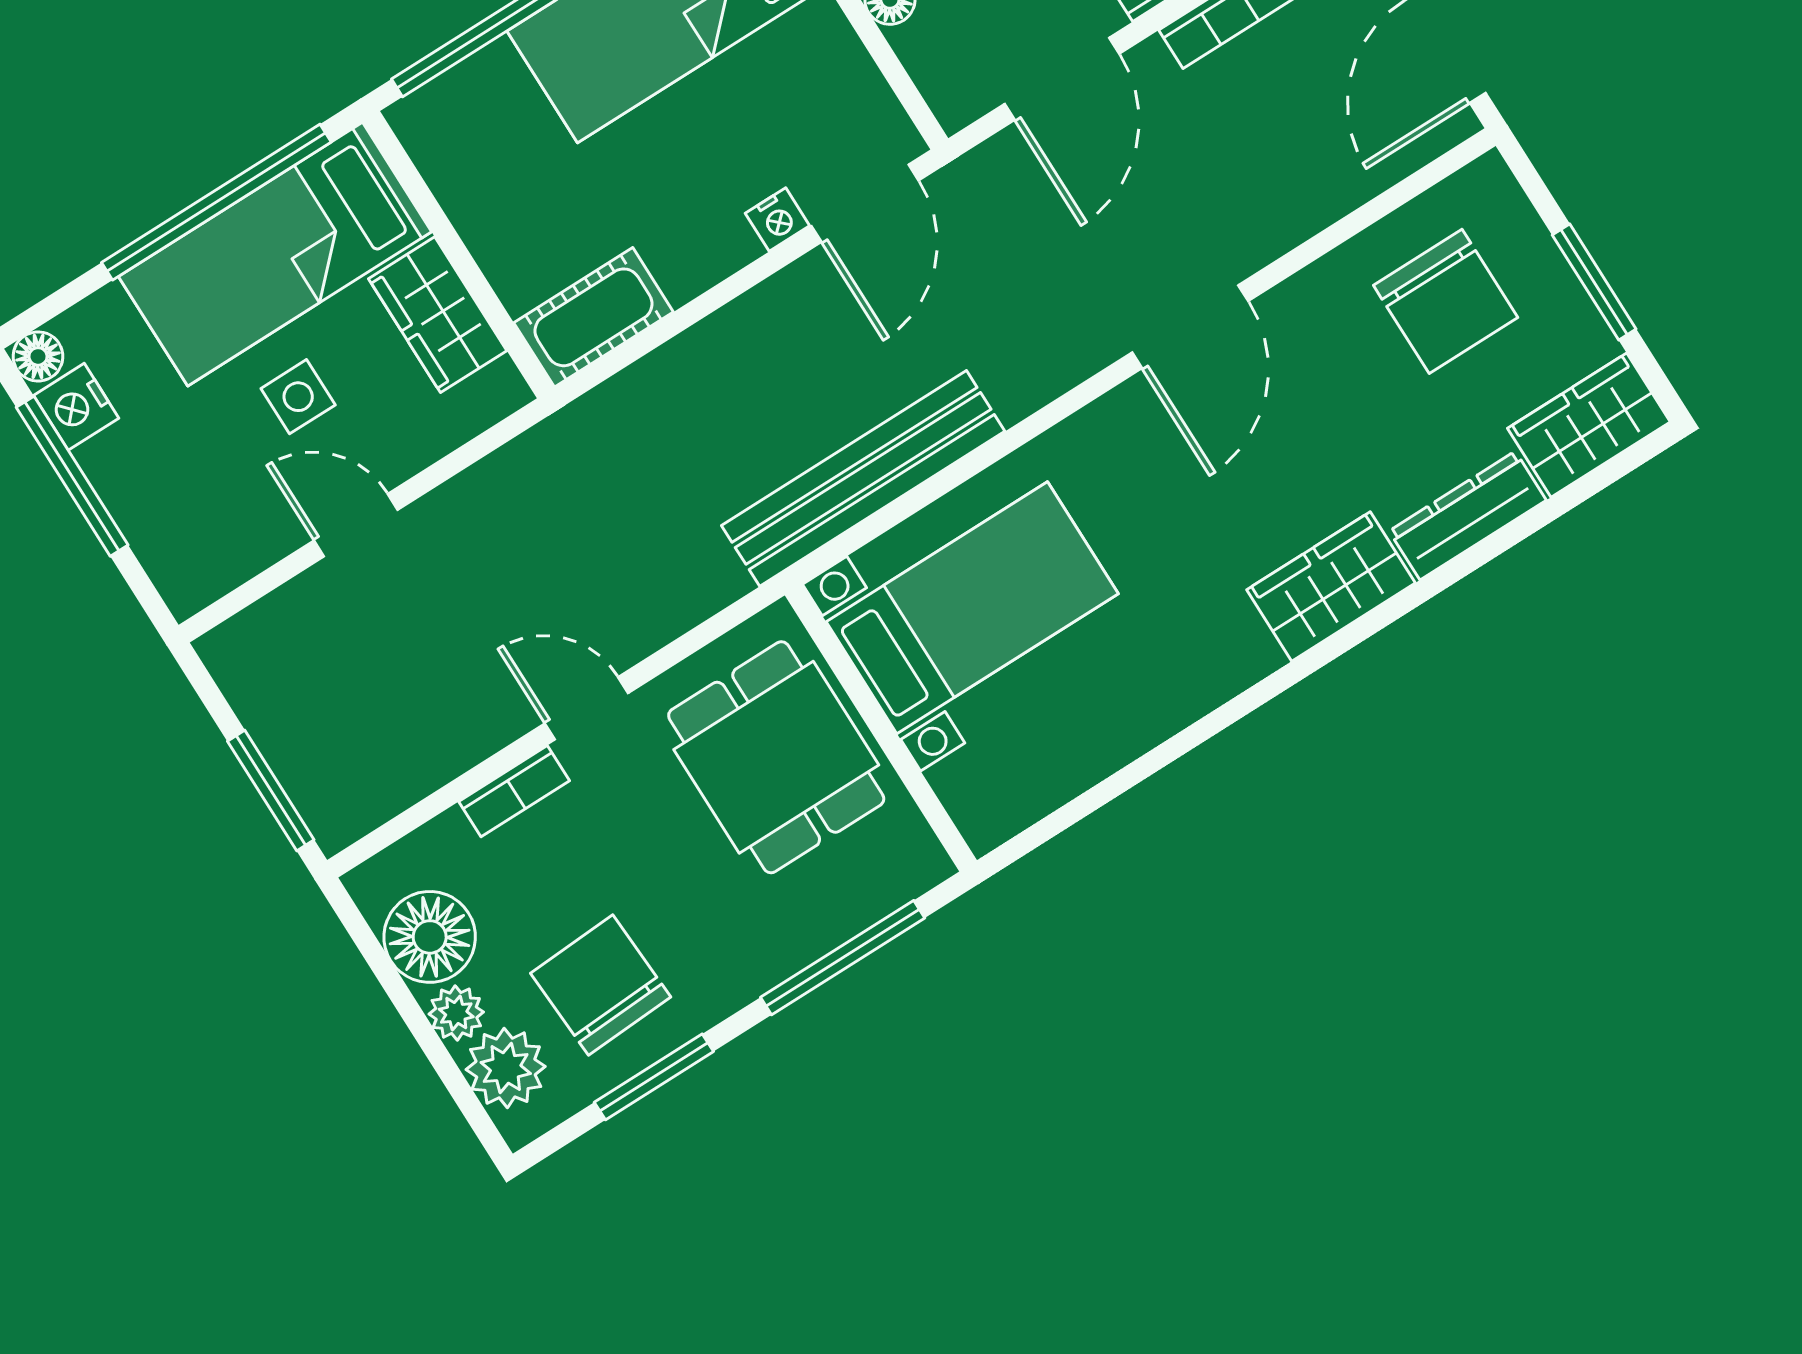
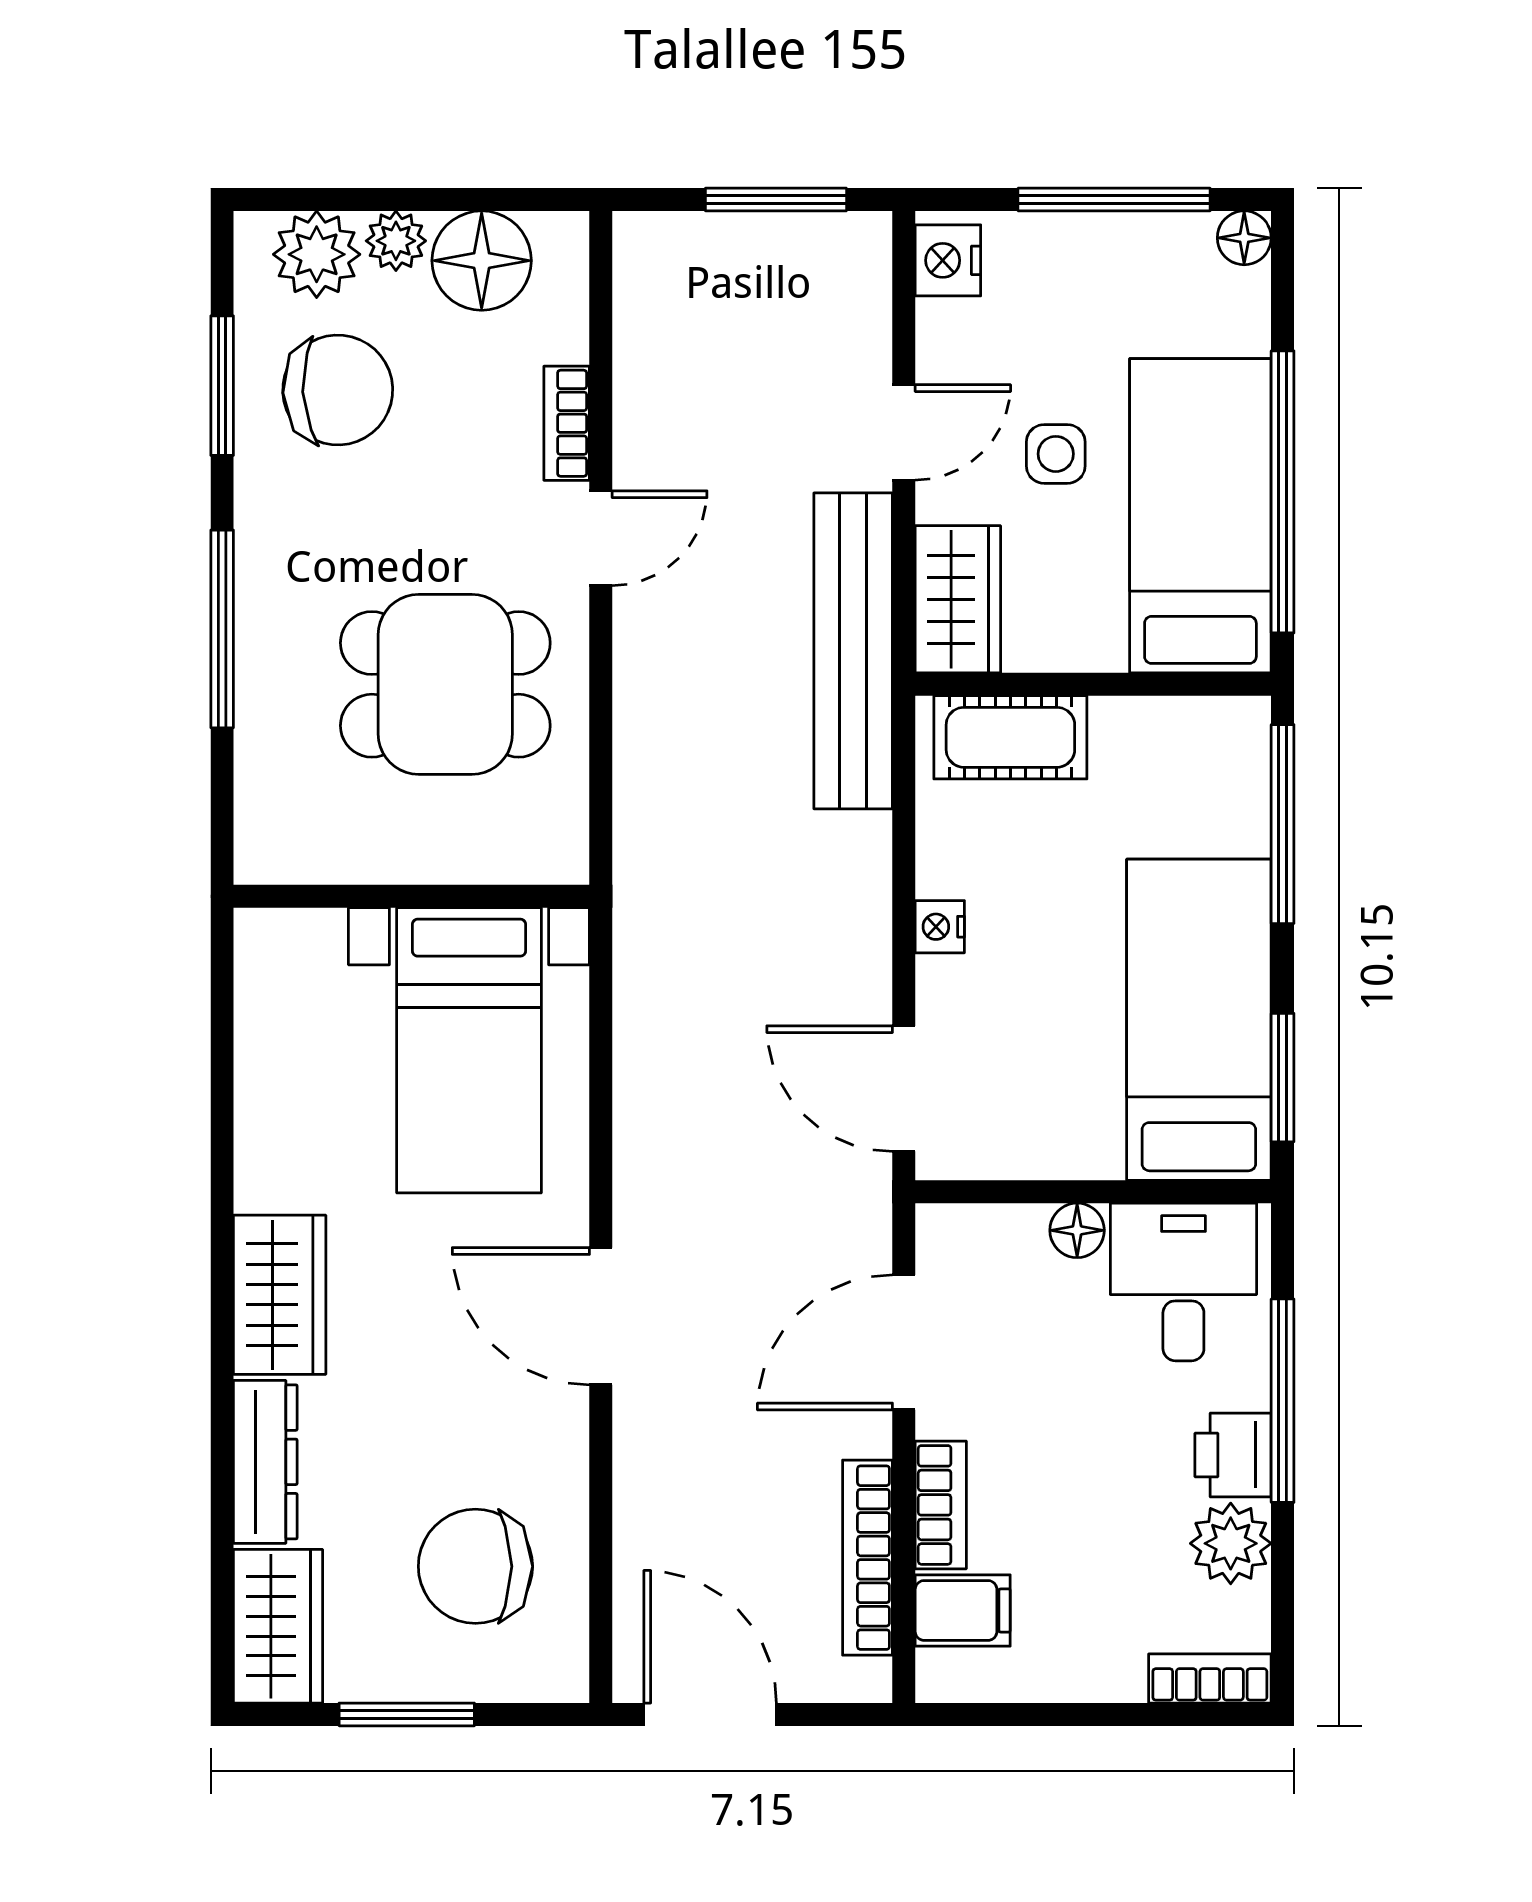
door: (1062, 79) -> (904, 1342), hinge flipped
nightstand: (777, 220) -> (940, 927), moved
wardrobe: (438, 315) -> (958, 599), moved, turned 90
cot: (594, 317) -> (1010, 737), moved, turned 90
nightstand: (76, 407) -> (948, 260), moved, turned -90
bench: (863, 478) -> (853, 651), moved
bed with nightstands: (972, 608) -> (469, 1050), moved
wall: (881, 728) -> (411, 896), moved
window: (271, 790) -> (776, 200), moved

